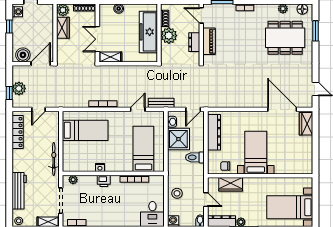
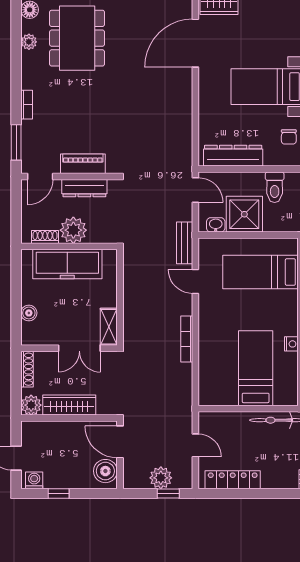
wardrobe: (63, 28) -> (69, 405), width x1.50
dresser: (194, 42) -> (84, 188), width x1.44
bed: (85, 130) -> (256, 368), moved

